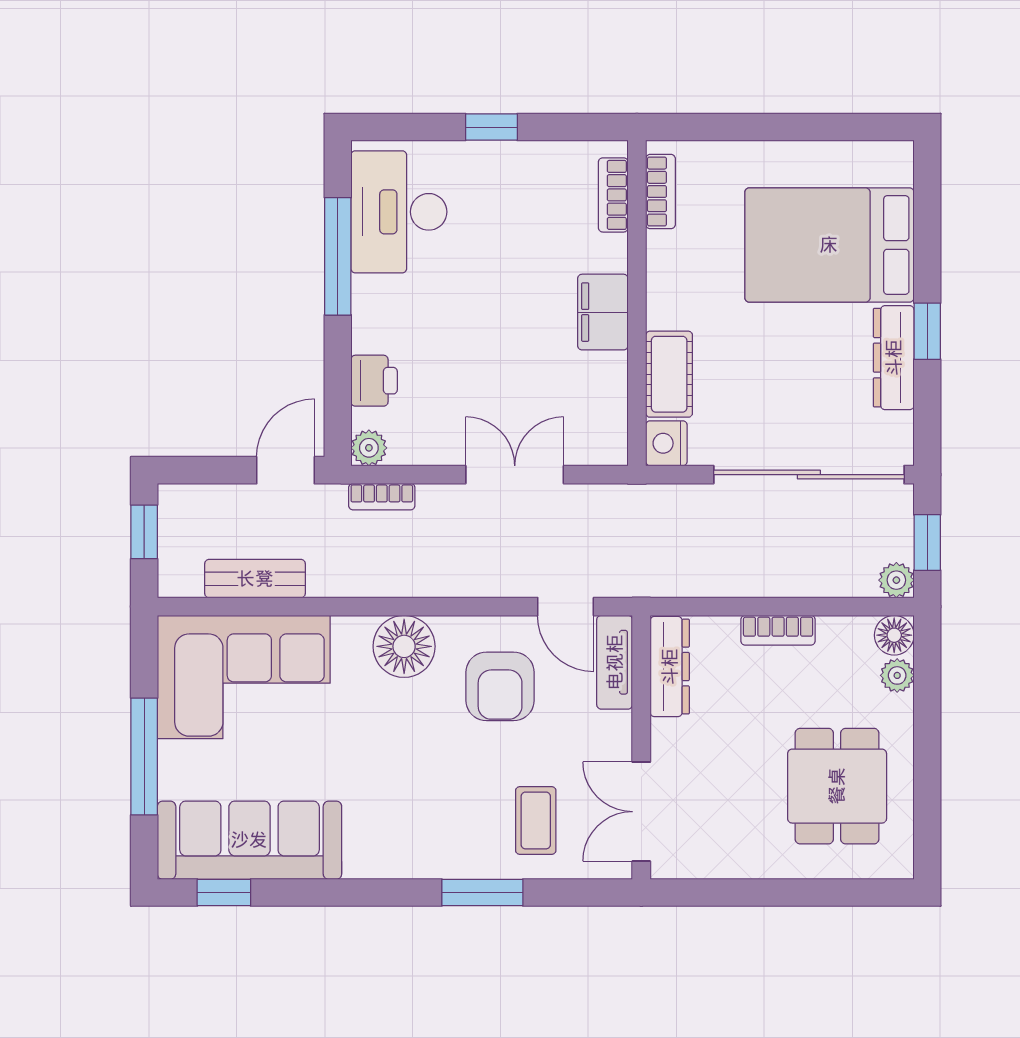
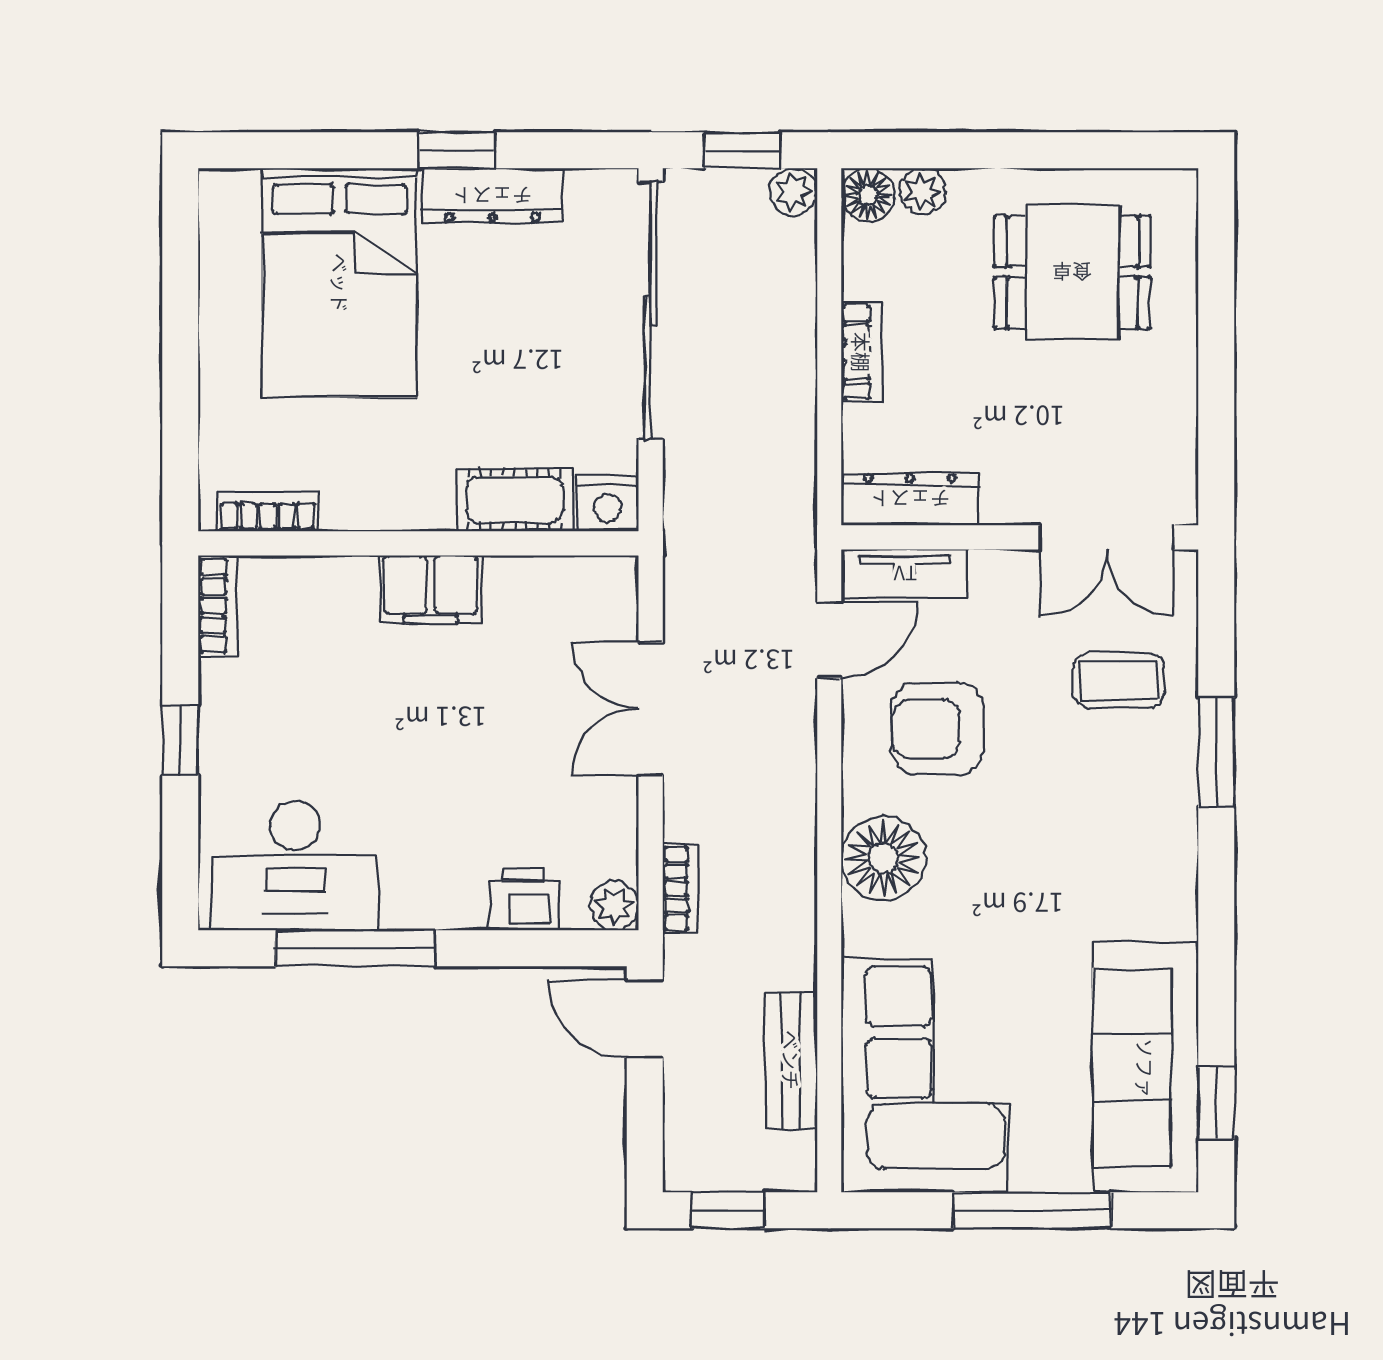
bookcase: (613, 195) -> (218, 605), moved, turned -90
armchair: (500, 686) -> (937, 729), turned 180

